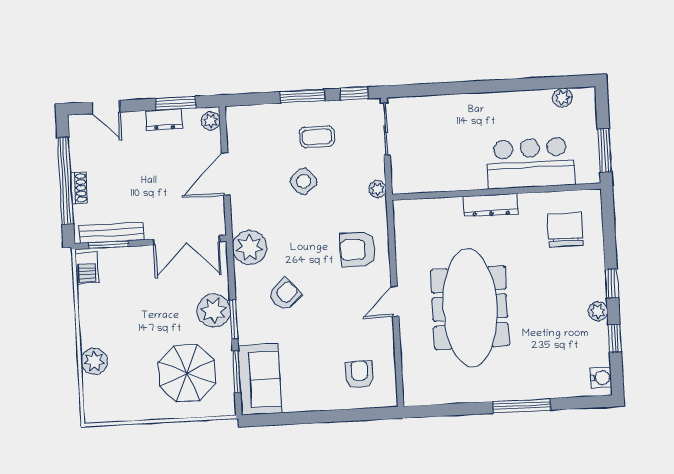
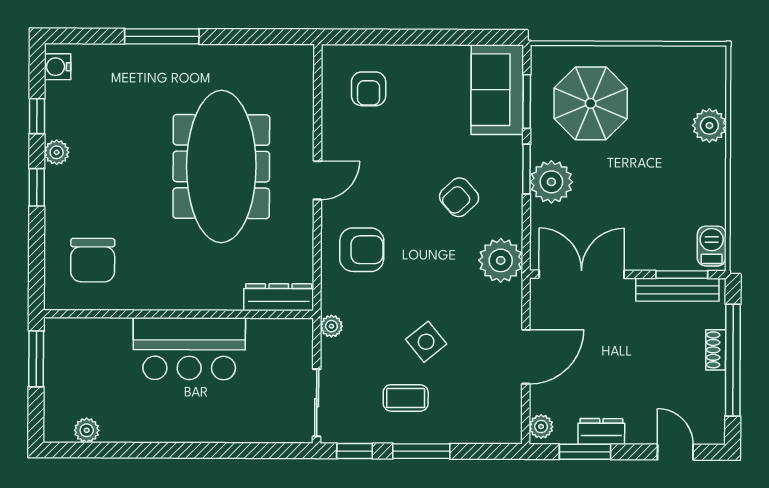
bar counter: (531, 163) -> (189, 349), moved
dresser: (491, 205) -> (279, 297), moved

